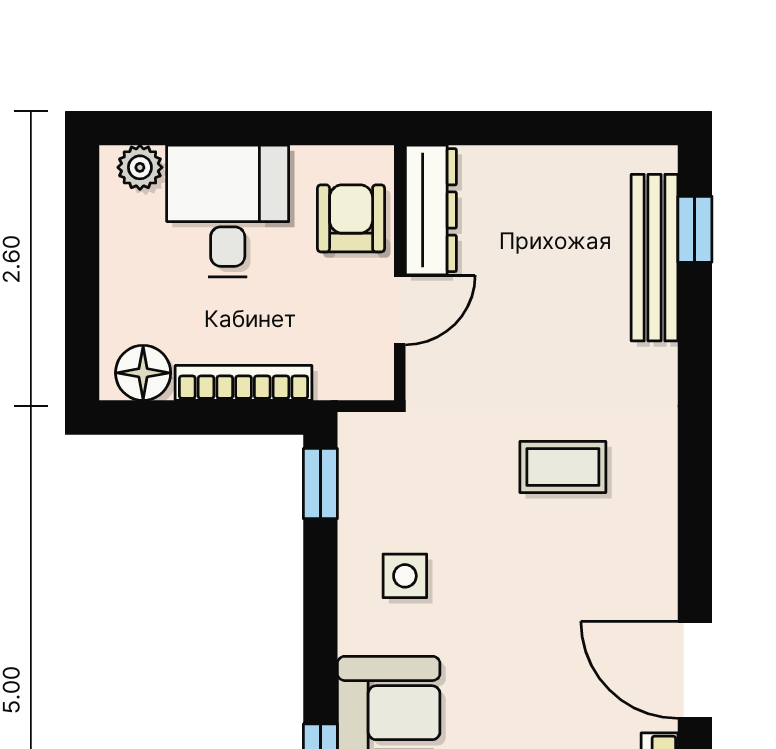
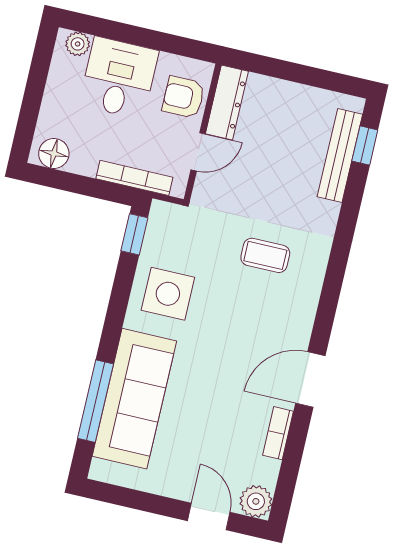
armchair: (351, 218) -> (183, 97), turned -90
bookcase: (244, 383) -> (134, 178), moved
side table: (405, 576) -> (168, 294), width x1.87, depth x1.87
door: (695, 670) -> (310, 380), hinge flipped

